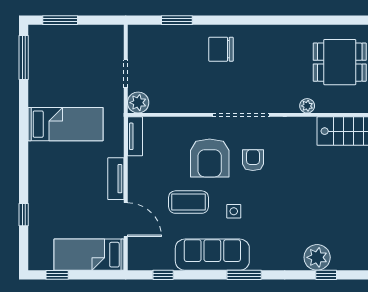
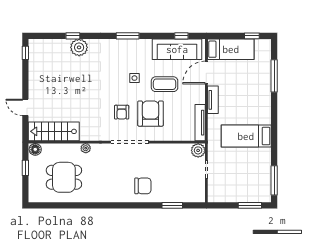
tv unit: (135, 136) -> (200, 123), width x1.41
window: (24, 215) -> (274, 76), width x2.17
door: (126, 220) -> (206, 73), hinge flipped
sofa: (212, 255) -> (177, 49), moved

